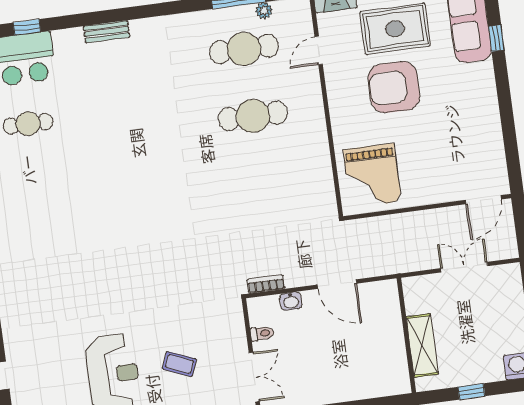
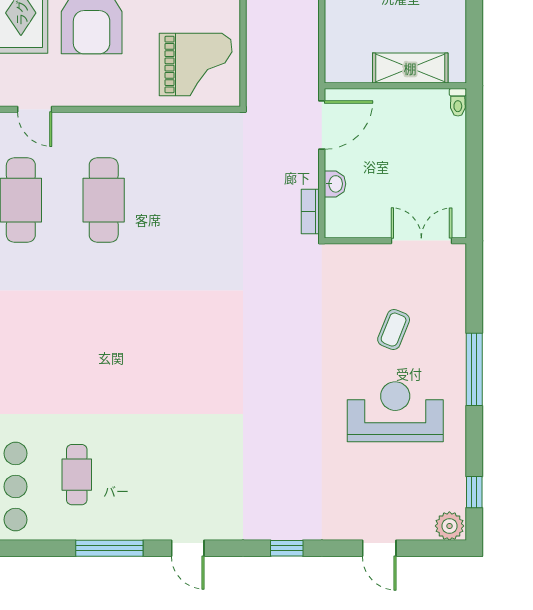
toilet: (262, 333) -> (458, 102), moved, turned 180
wall: (406, 335) -> (395, 86), moved
shelving: (422, 345) -> (410, 68), moved

